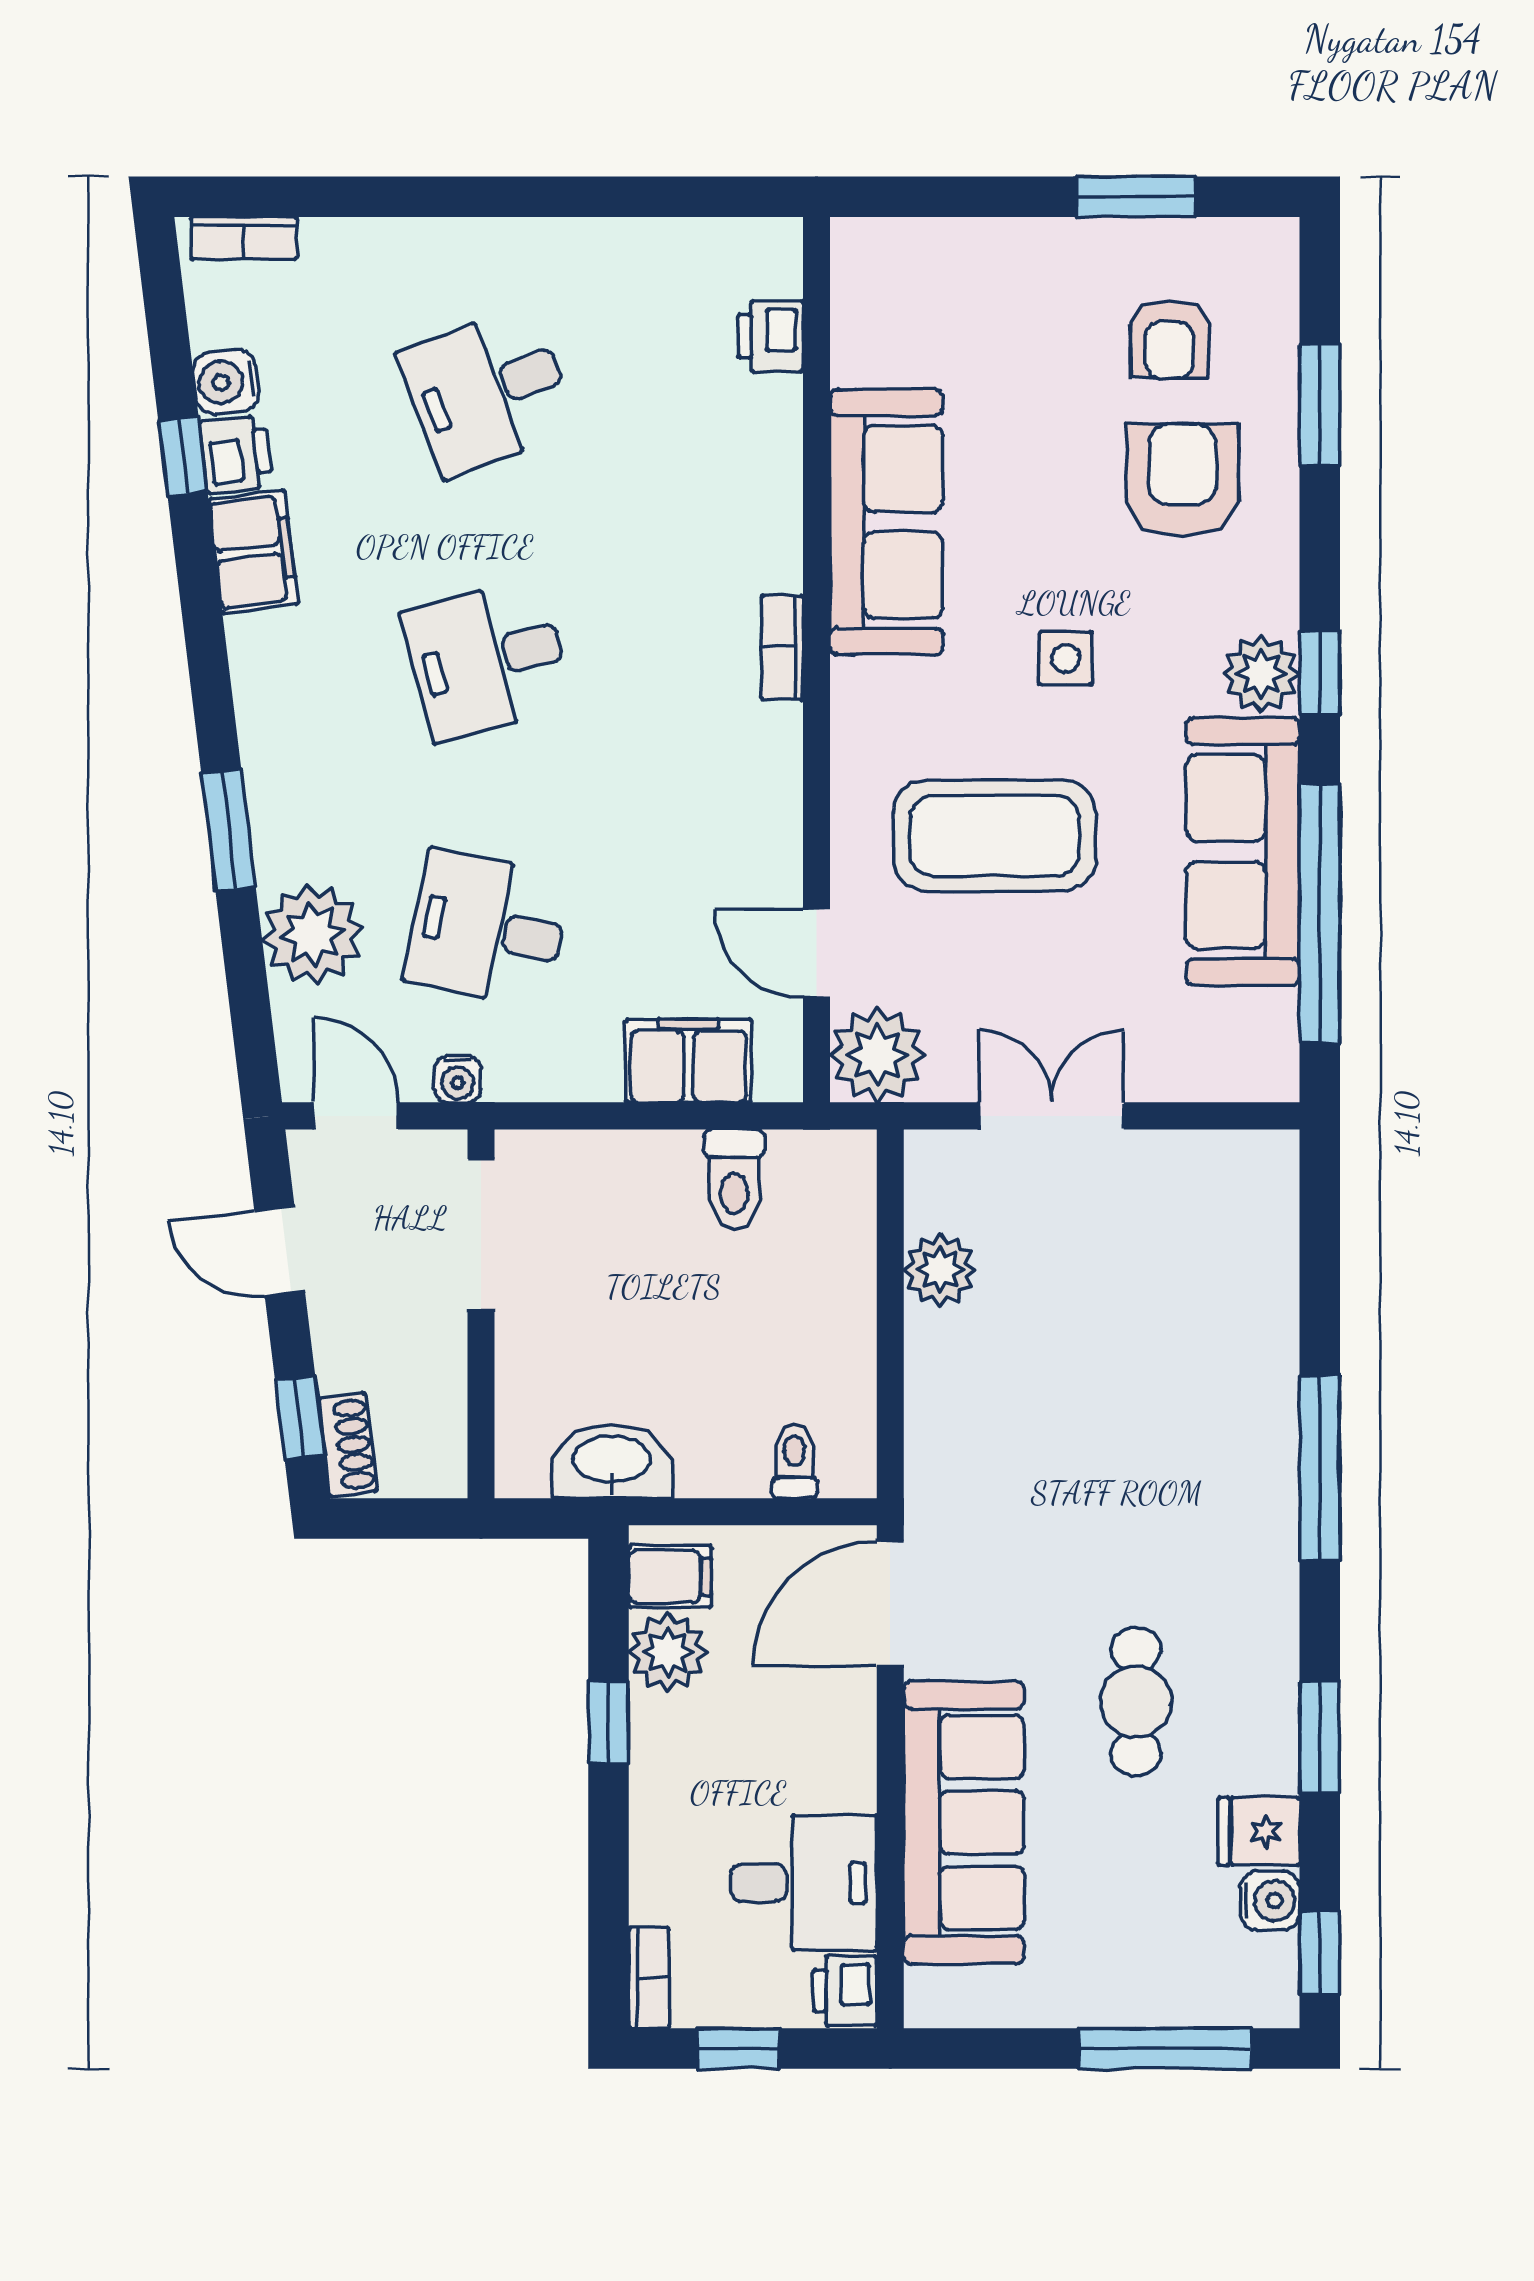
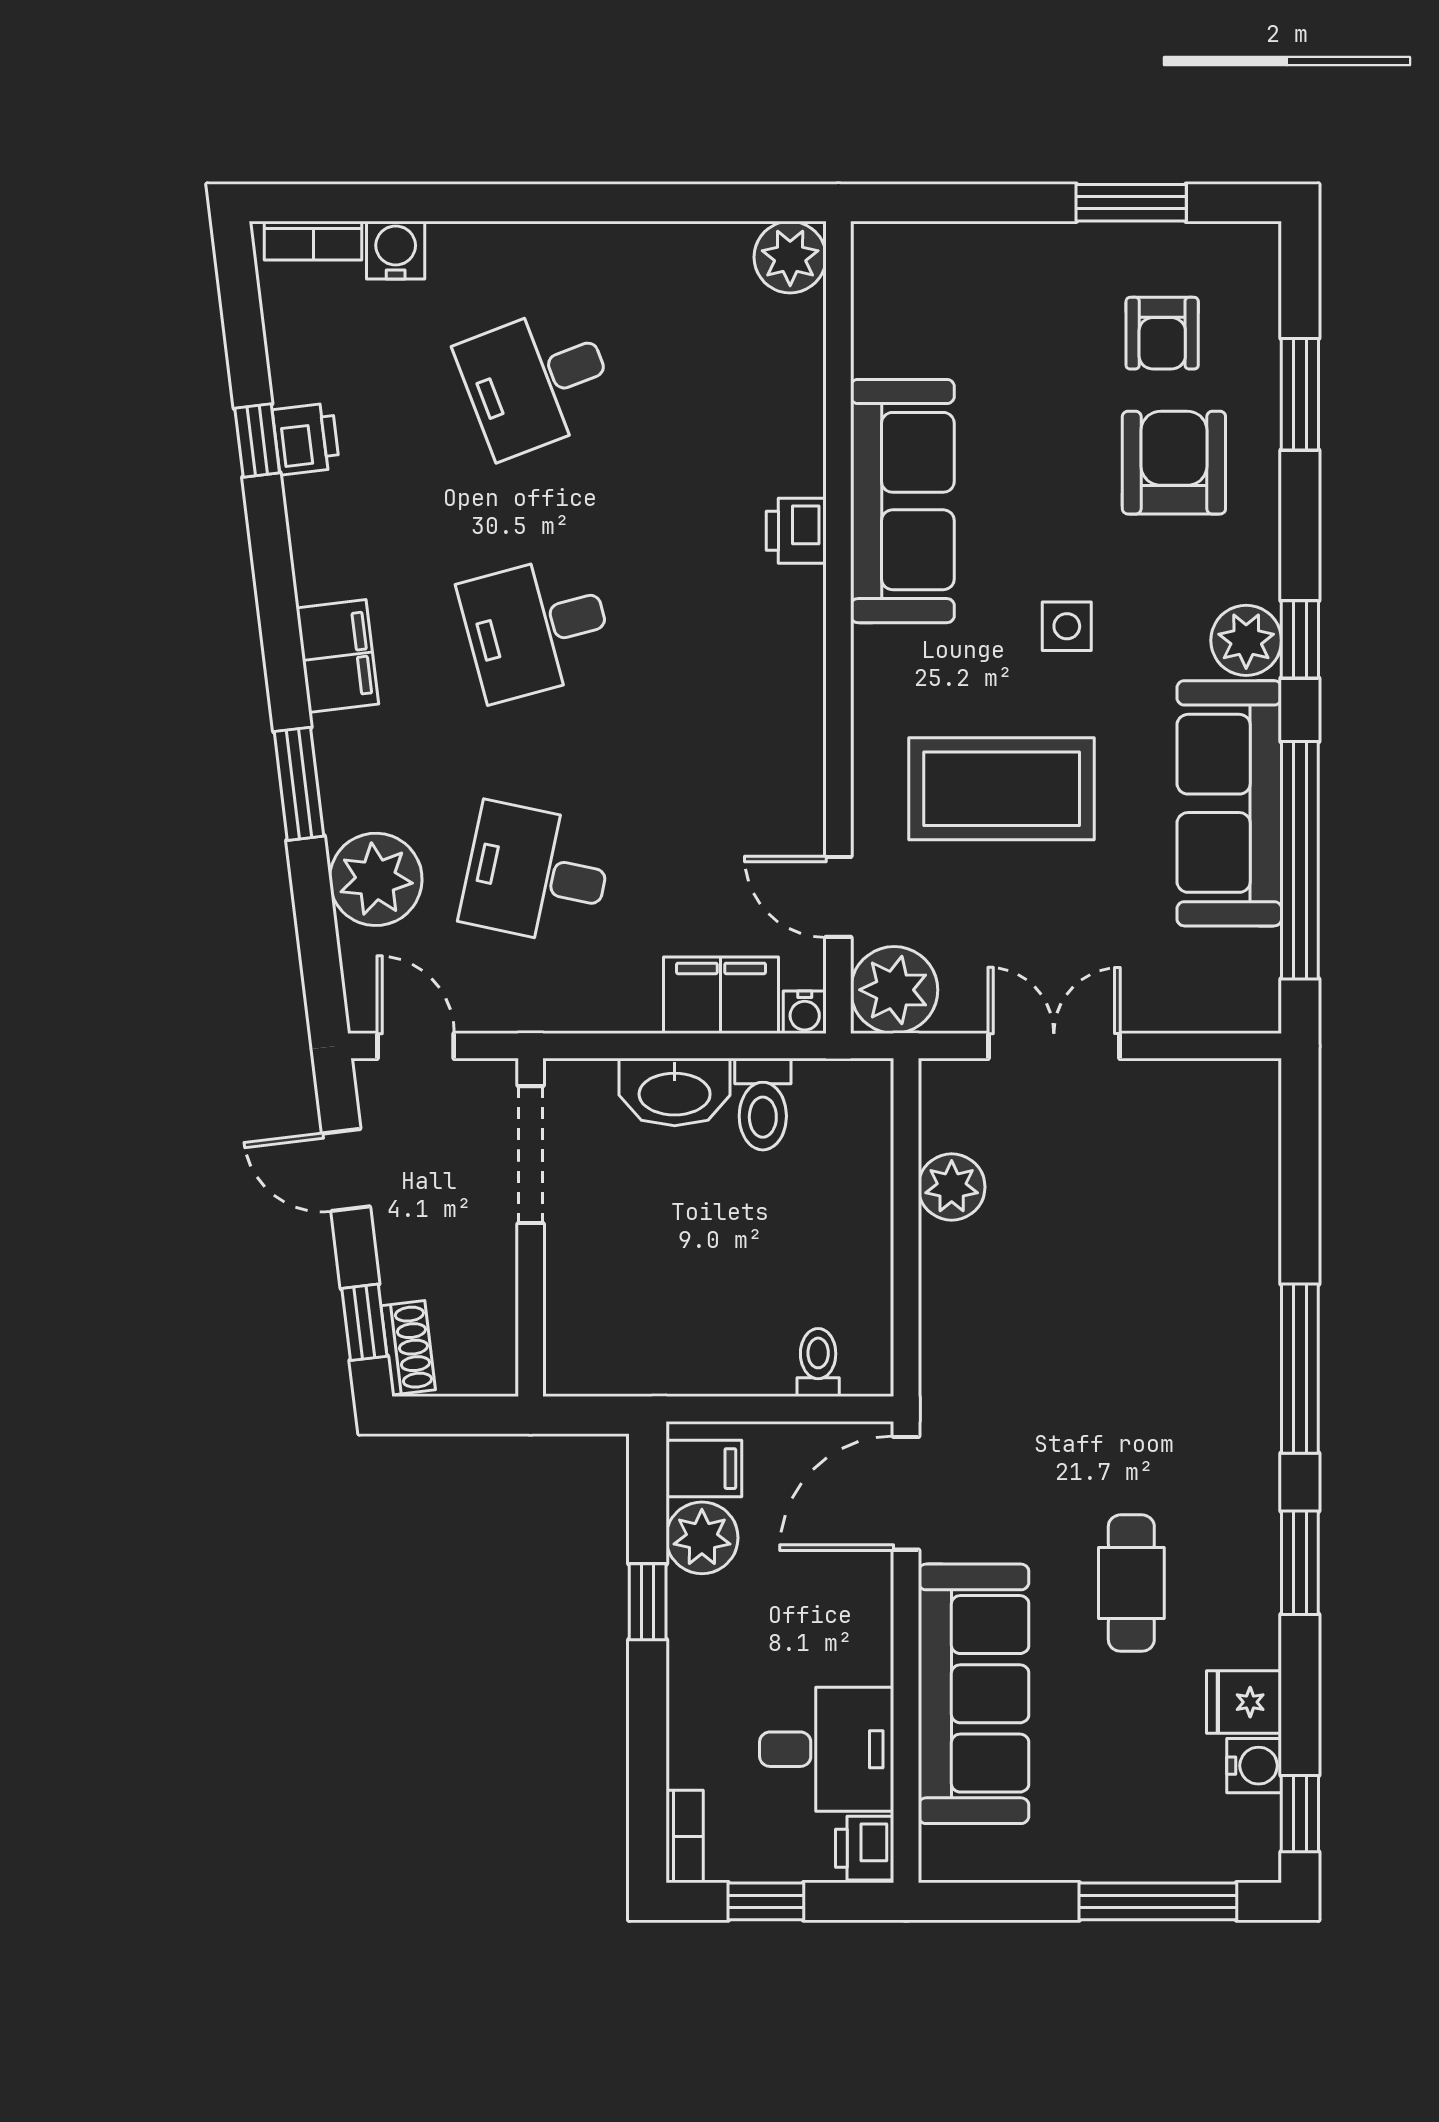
plant: (764, 256) -> (790, 257), added
printer: (771, 336) -> (796, 531), moved
water cooler: (226, 382) -> (396, 250), moved, turned 97
filing cabinet: (253, 552) -> (337, 656), moved
bookcase: (782, 648) -> (807, 616), removed
water cooler: (458, 1079) -> (805, 1012), moved
washbasin: (612, 1461) -> (675, 1092), moved, turned 180
window: (1320, 1738) -> (1300, 1563), moved

